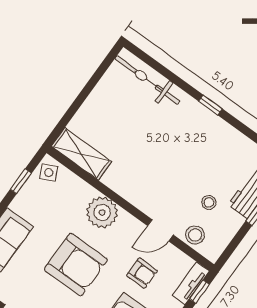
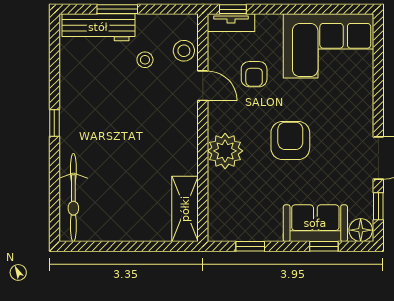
side table: (49, 173) -> (224, 226), removed
armchair: (76, 265) -> (290, 140), width x0.73, depth x0.73
armchair: (142, 273) -> (254, 74), turned 180

